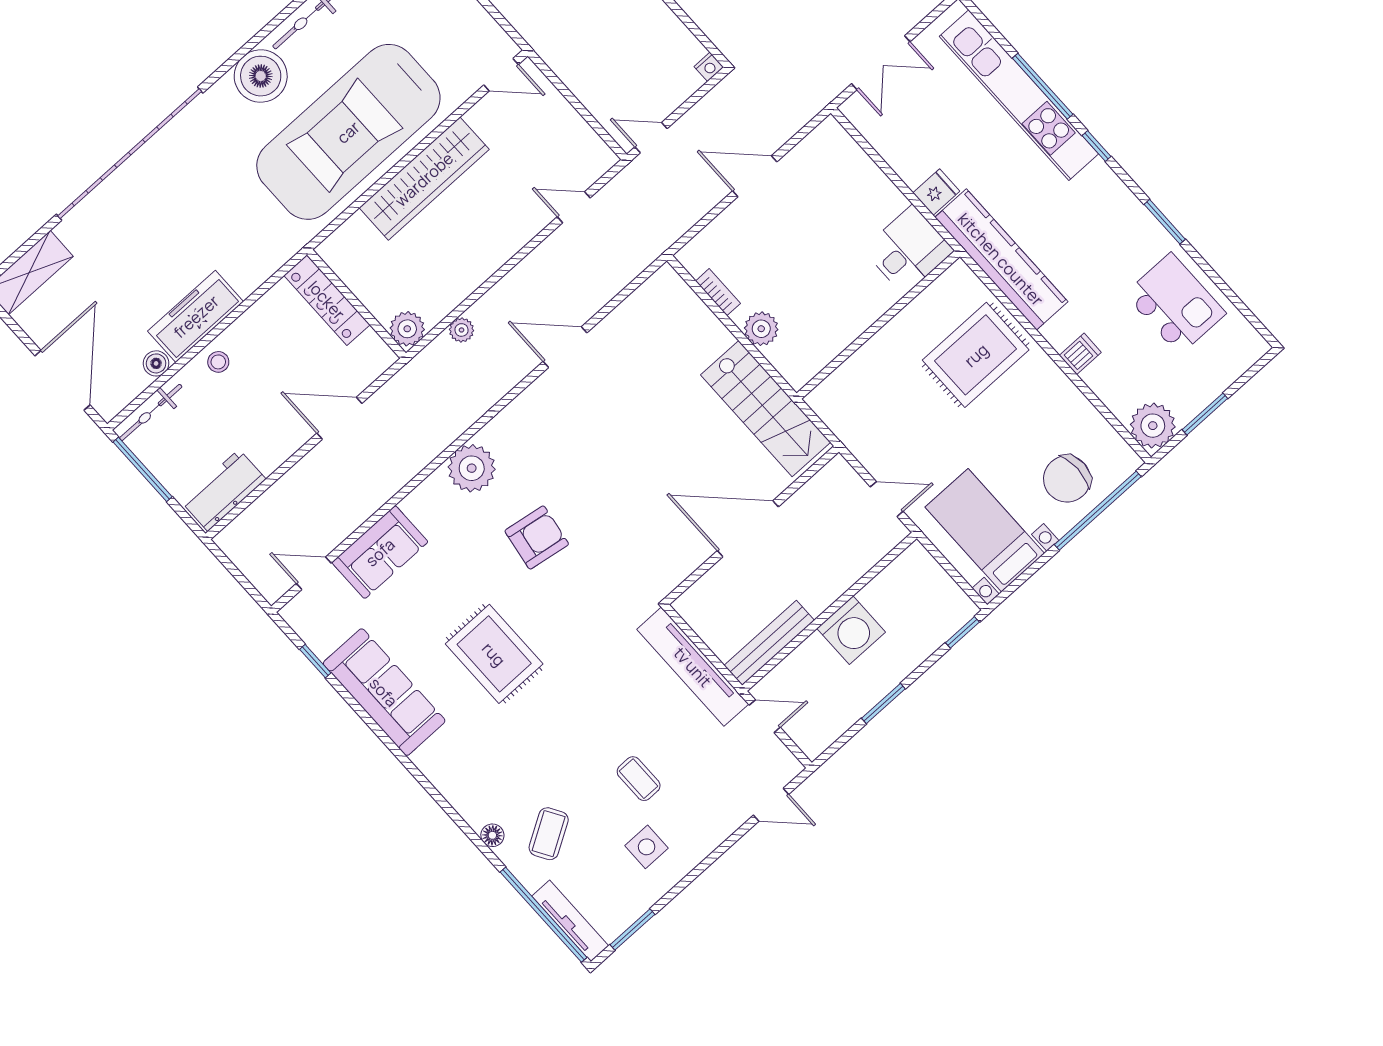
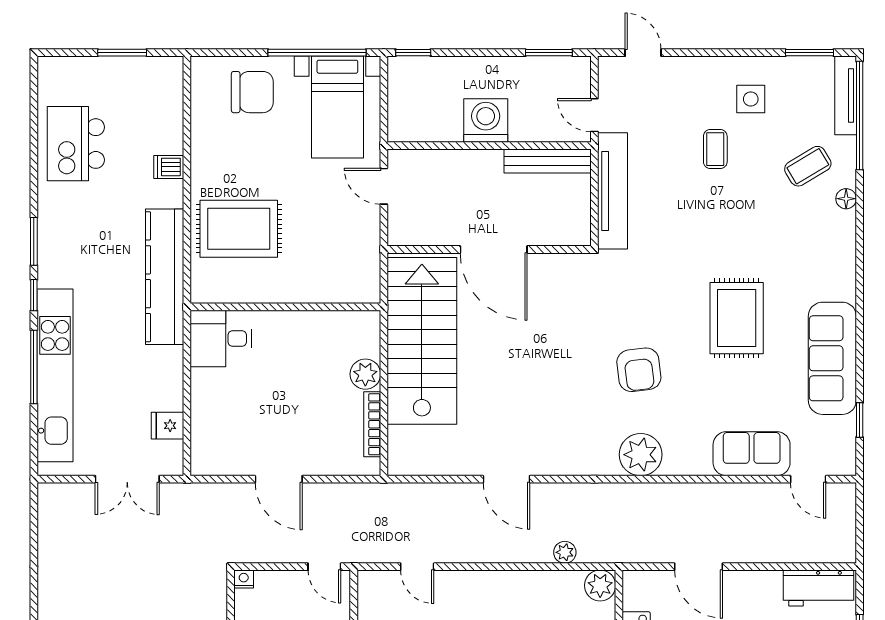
double door: (881, 63) -> (127, 479), swing flipped
fridge: (936, 192) -> (168, 426), moved
window: (1165, 222) -> (34, 241), moved
bookcase: (718, 292) -> (372, 424), width x1.56
stairs: (765, 409) -> (422, 341), width x1.36, depth x1.51
plant: (1153, 426) -> (163, 76), removed
window: (1098, 511) -> (317, 53), moved
armchair: (537, 538) -> (639, 370), turned -106
window: (883, 704) -> (549, 53), moved

